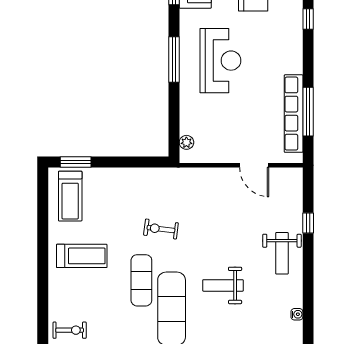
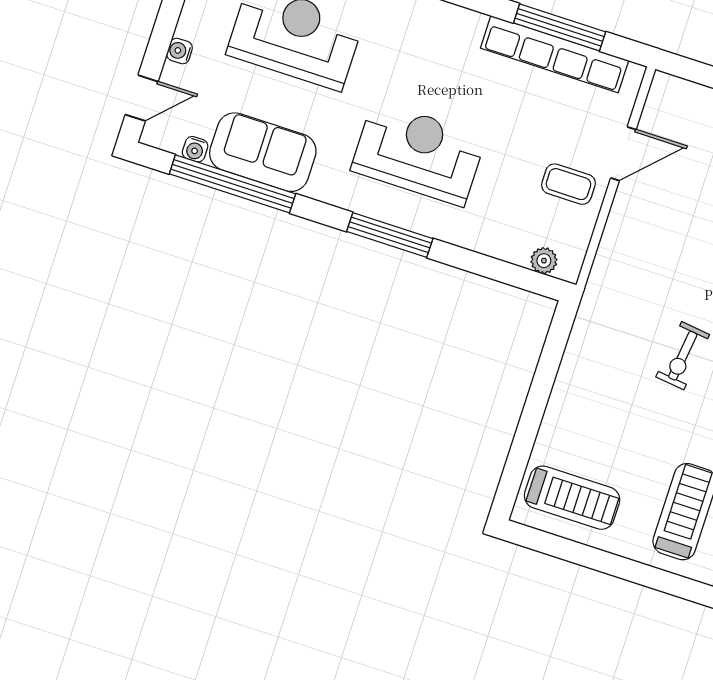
coffee table: (230, 142) -> (568, 184), added
window: (76, 162) -> (515, 468), removed

